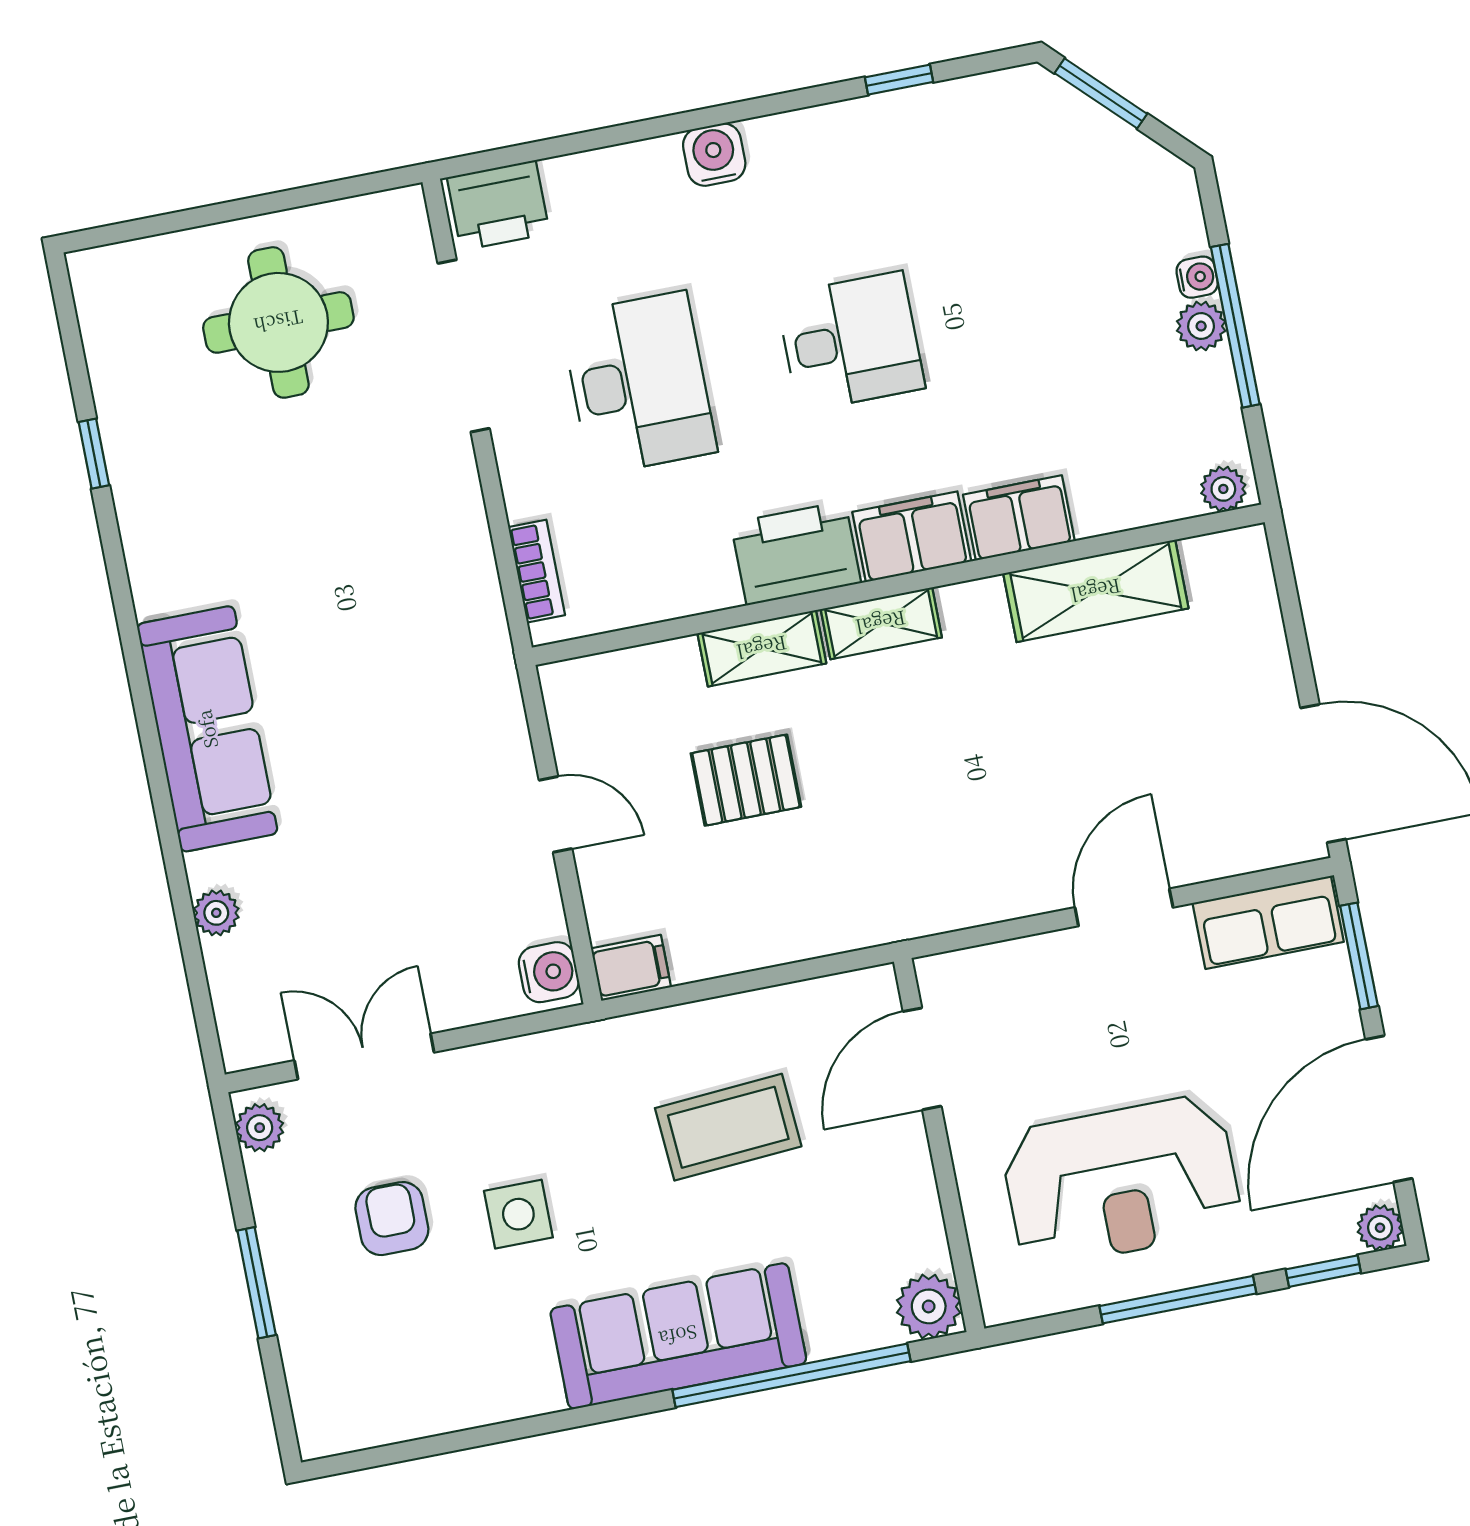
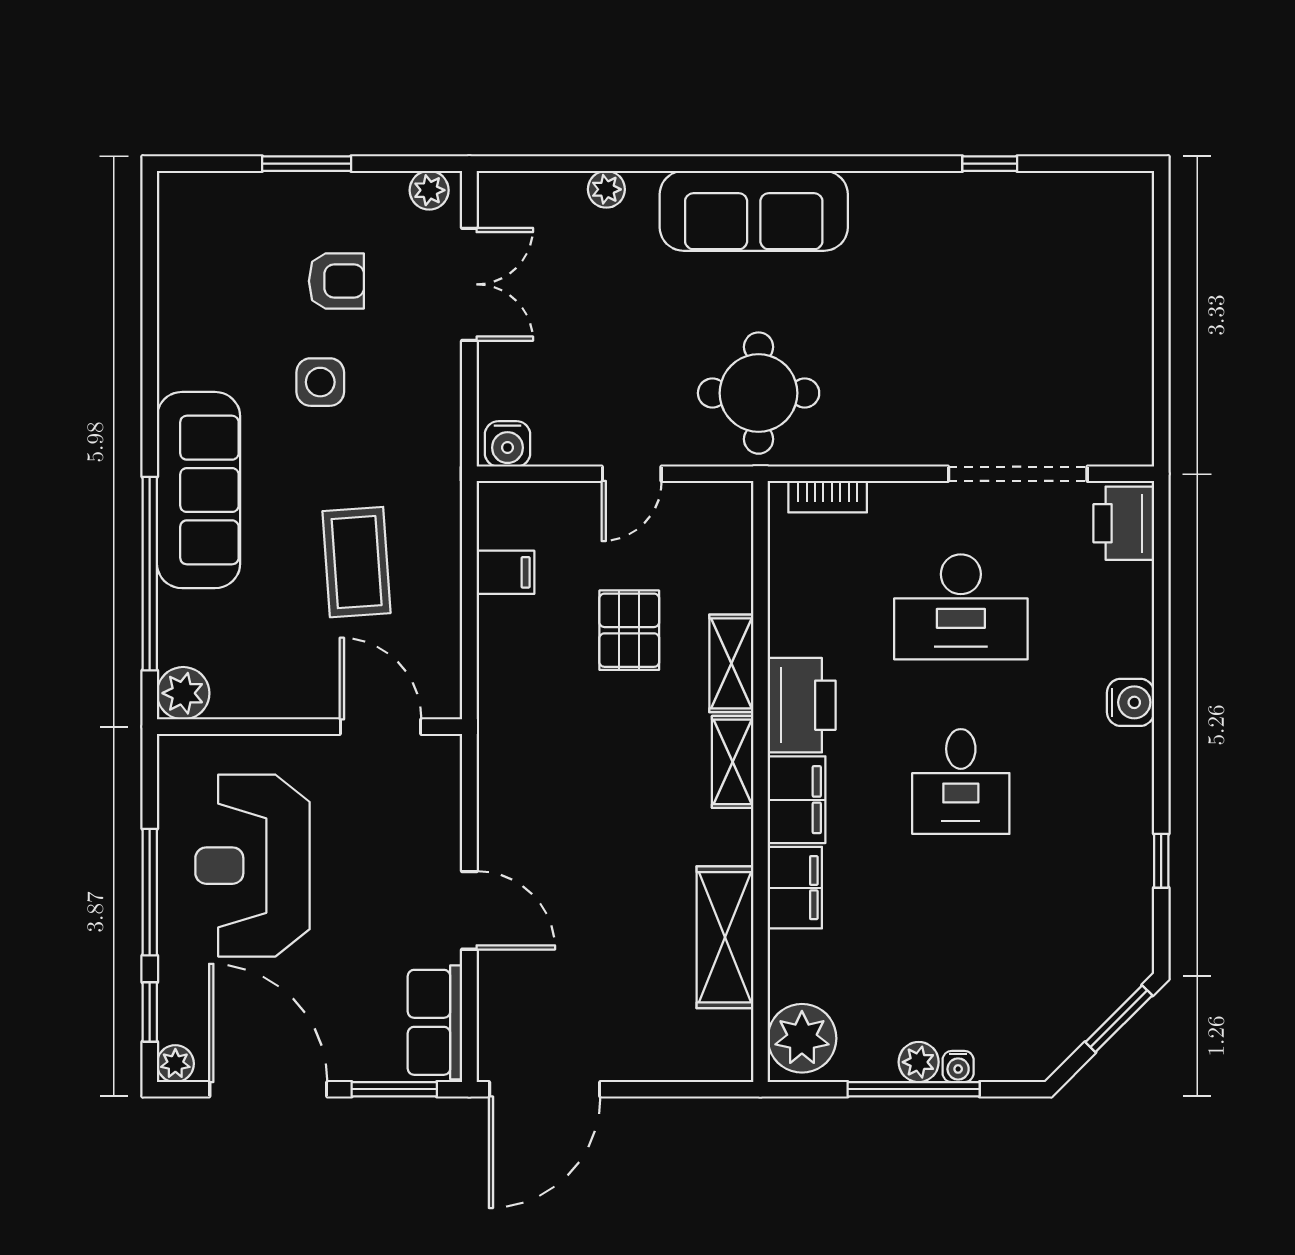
round table: (278, 322) -> (759, 393), moved
plant: (1223, 489) -> (802, 1038), width x1.88, depth x1.88
filing cabinet: (631, 968) -> (505, 572), moved, turned -90

